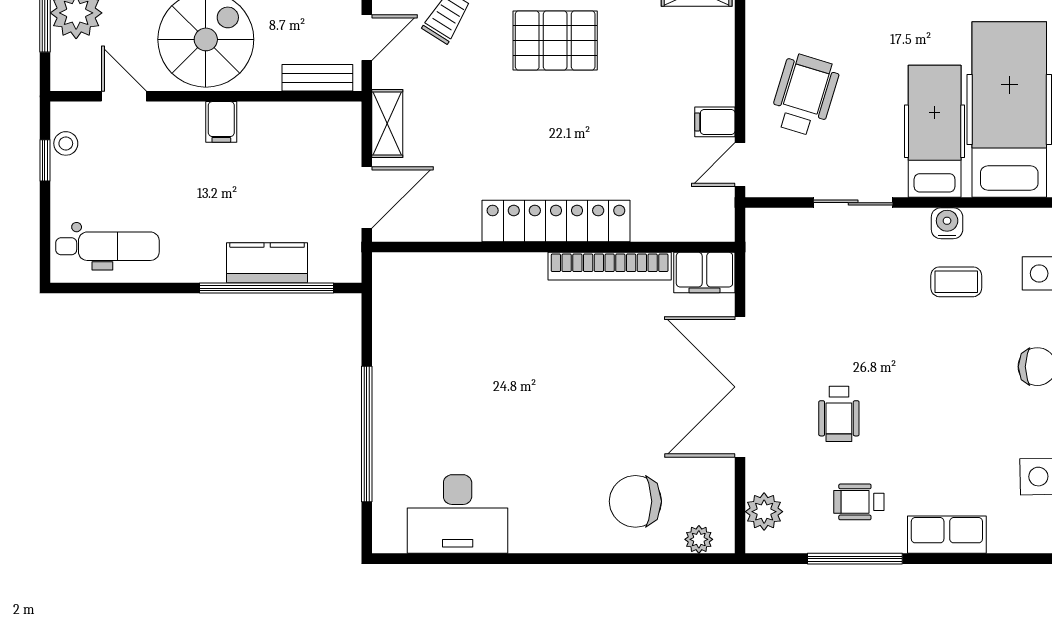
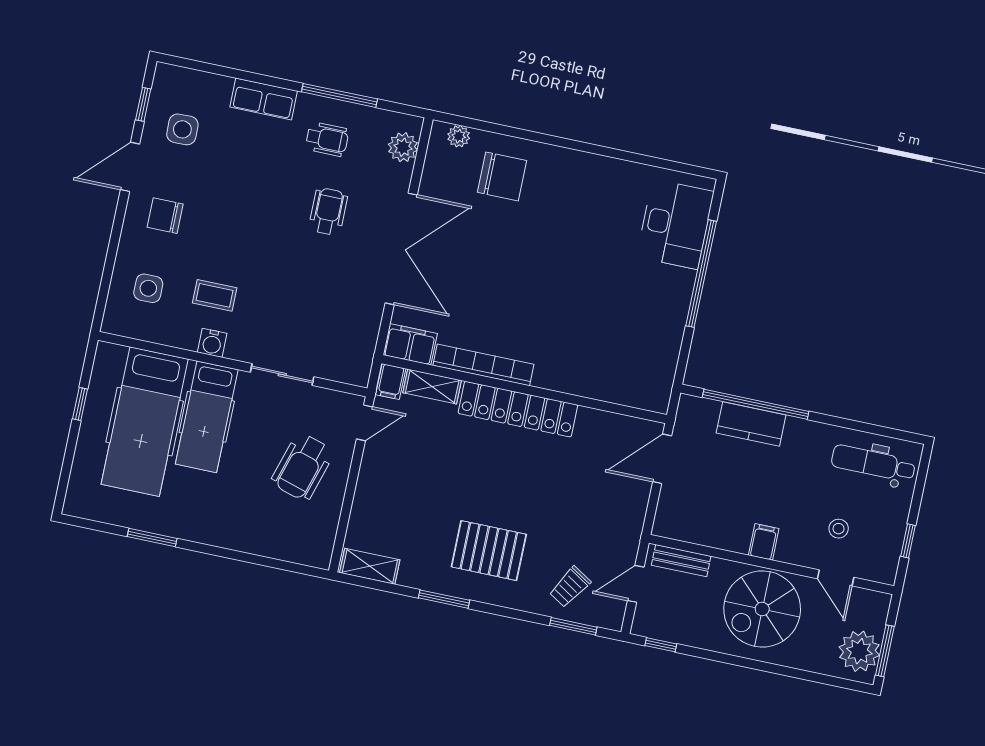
filing cabinet: (715, 122) -> (391, 382), moved, turned 90
shelving: (387, 123) -> (432, 386), moved, turned 90
stool: (66, 143) -> (839, 529), moved
desk: (458, 514) -> (675, 224), moved, turned 90

